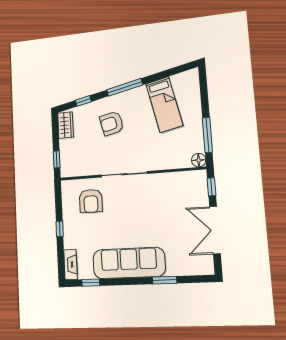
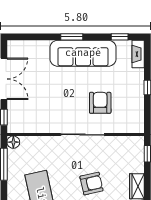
armchair: (91, 201) -> (100, 103), moved
window: (165, 280) -> (72, 37), moved

